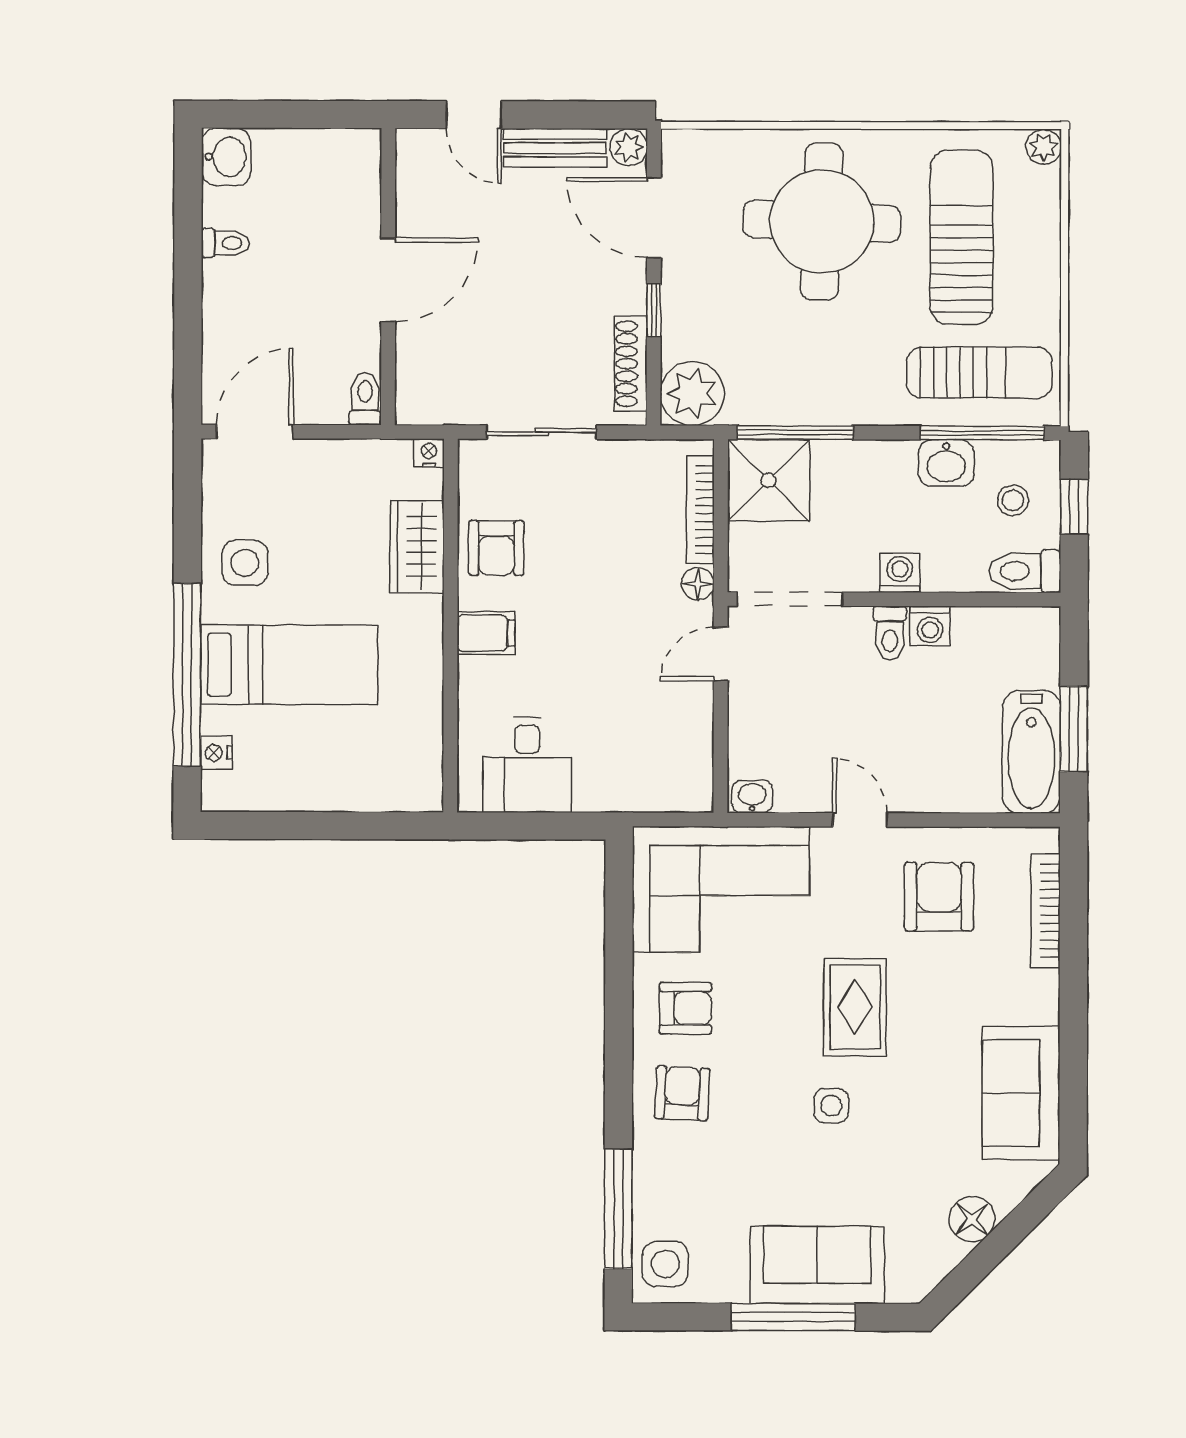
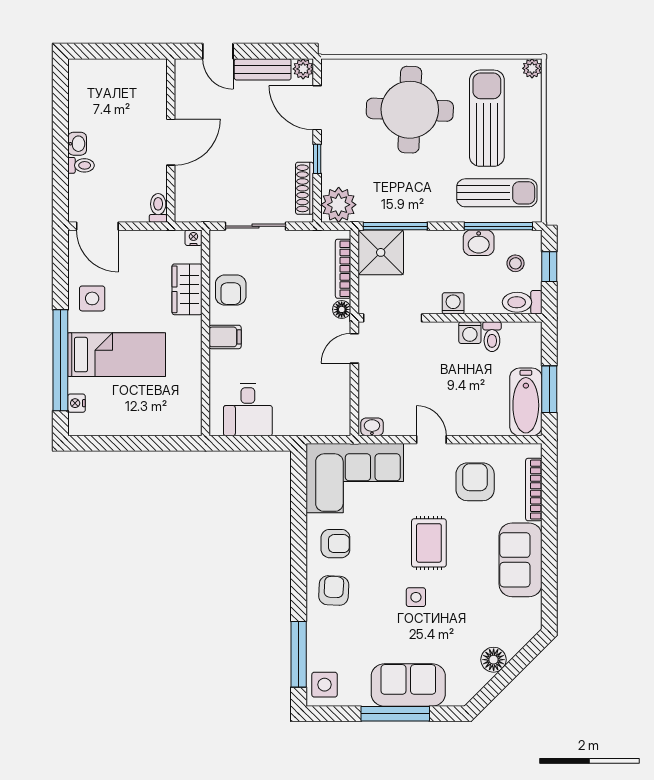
washbasin: (226, 157) -> (77, 144), moved, width x0.72, depth x0.69
toilet: (225, 243) -> (81, 165), moved
door: (255, 432) -> (97, 226), swing flipped
toilet: (890, 633) -> (492, 337), moved
sofa: (1021, 1093) -> (520, 560), moved

